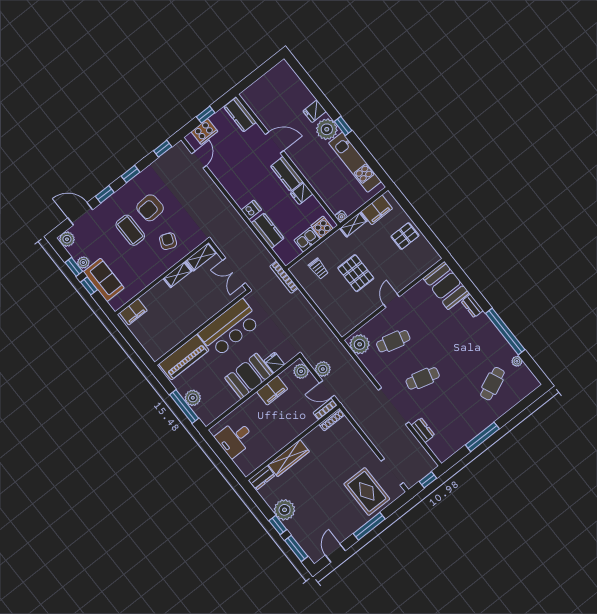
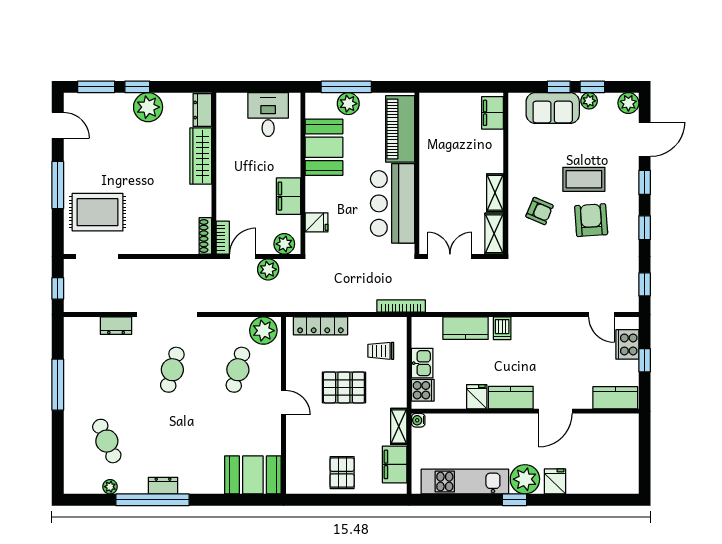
dresser: (472, 306) -> (163, 486), moved
locker: (331, 314) -> (320, 326), added
booth: (249, 376) -> (324, 147), moved

